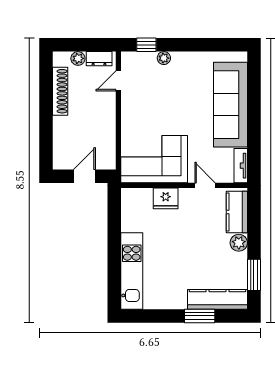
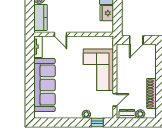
corner sofa: (154, 159) -> (98, 70), moved, turned 90
fridge: (166, 198) -> (107, 13), moved, turned -90

